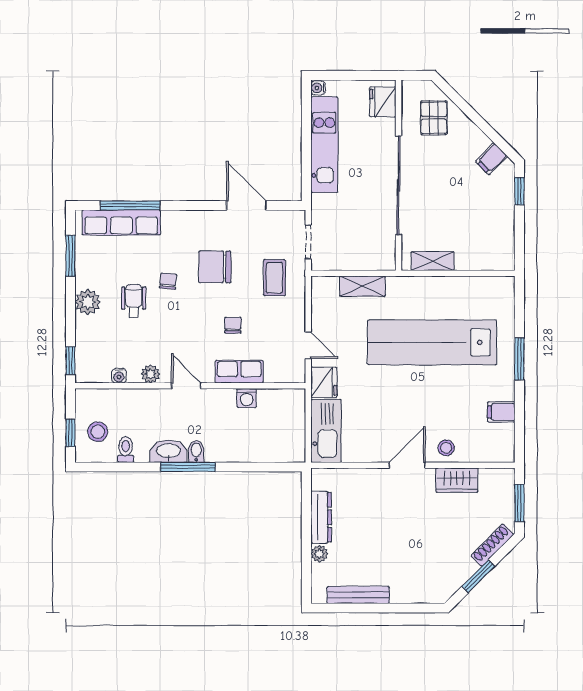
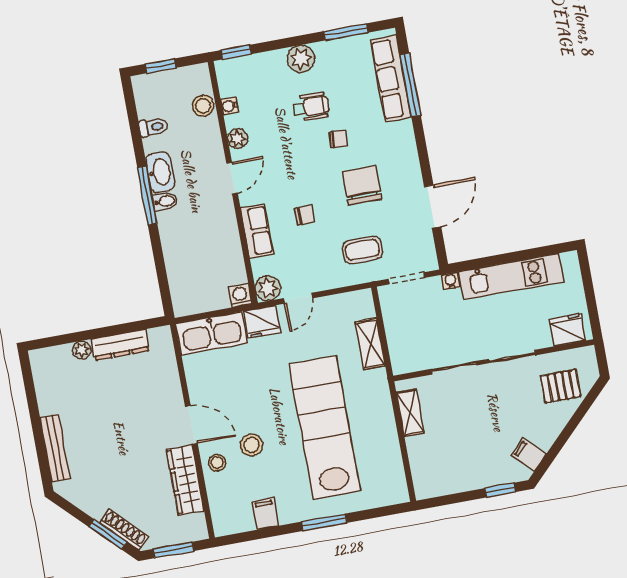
water cooler: (318, 88) -> (451, 281), moved
plant: (294, 371) -> (268, 288), added
washing machine: (247, 398) -> (240, 296), moved, turned 90
stool: (436, 413) -> (251, 445), added
stool: (98, 432) -> (203, 106), moved
wardrobe: (457, 480) -> (185, 480), width x1.50
window: (478, 576) -> (108, 534), moved
bench: (358, 595) -> (55, 448), moved

